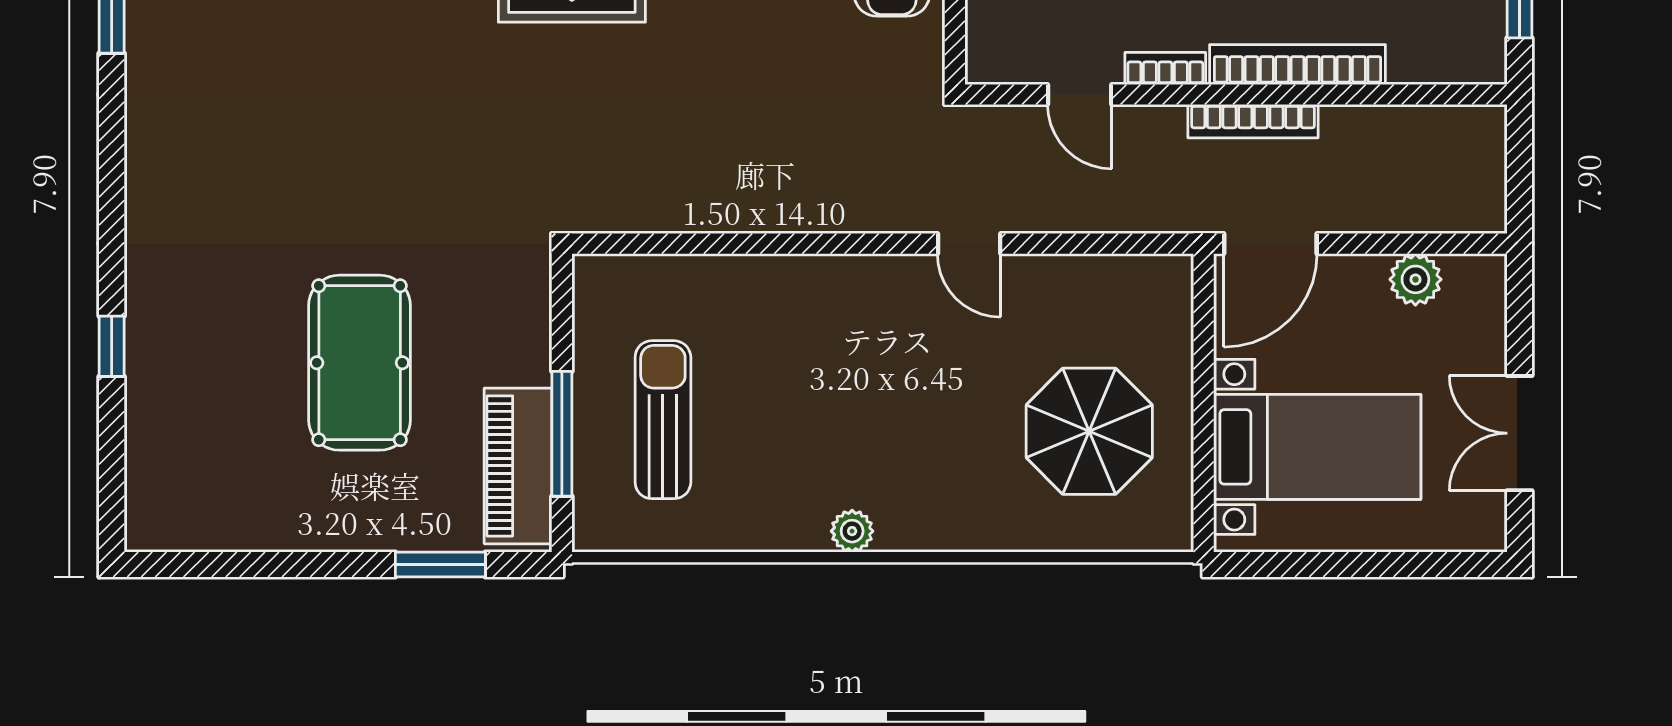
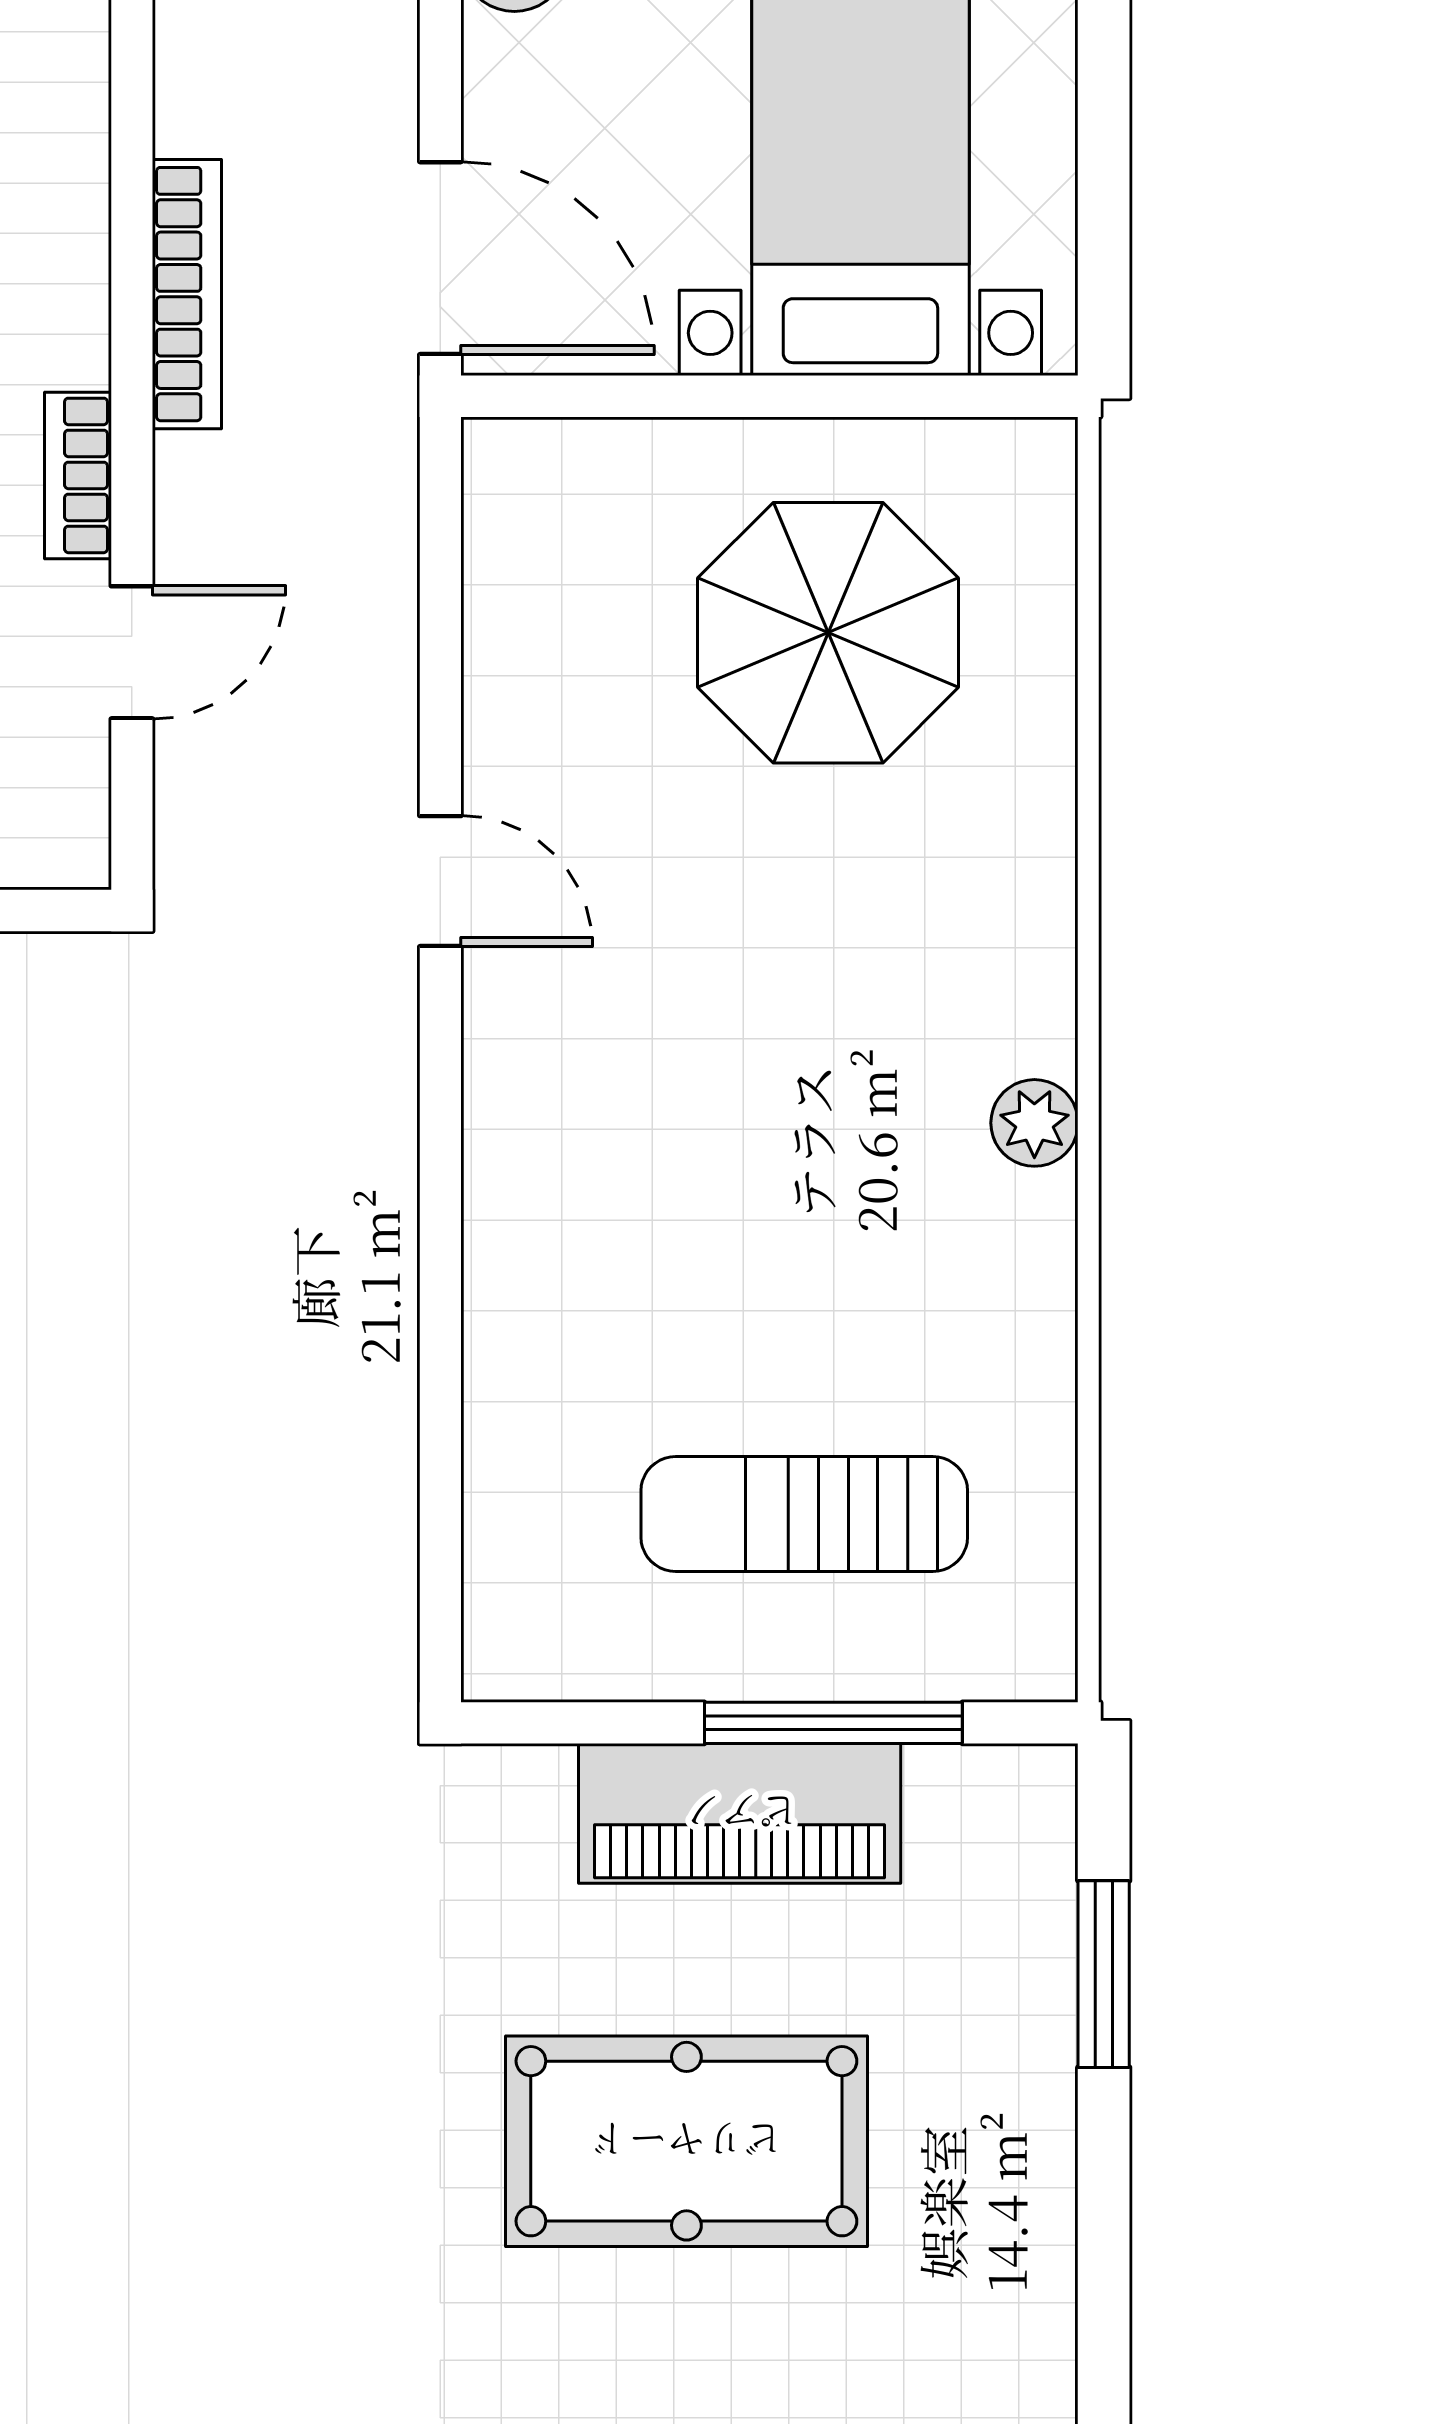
bookcase: (1298, 65) -> (70, 202), removed
door: (969, 244) -> (440, 881), hinge flipped
piano: (518, 466) -> (740, 1813), moved

